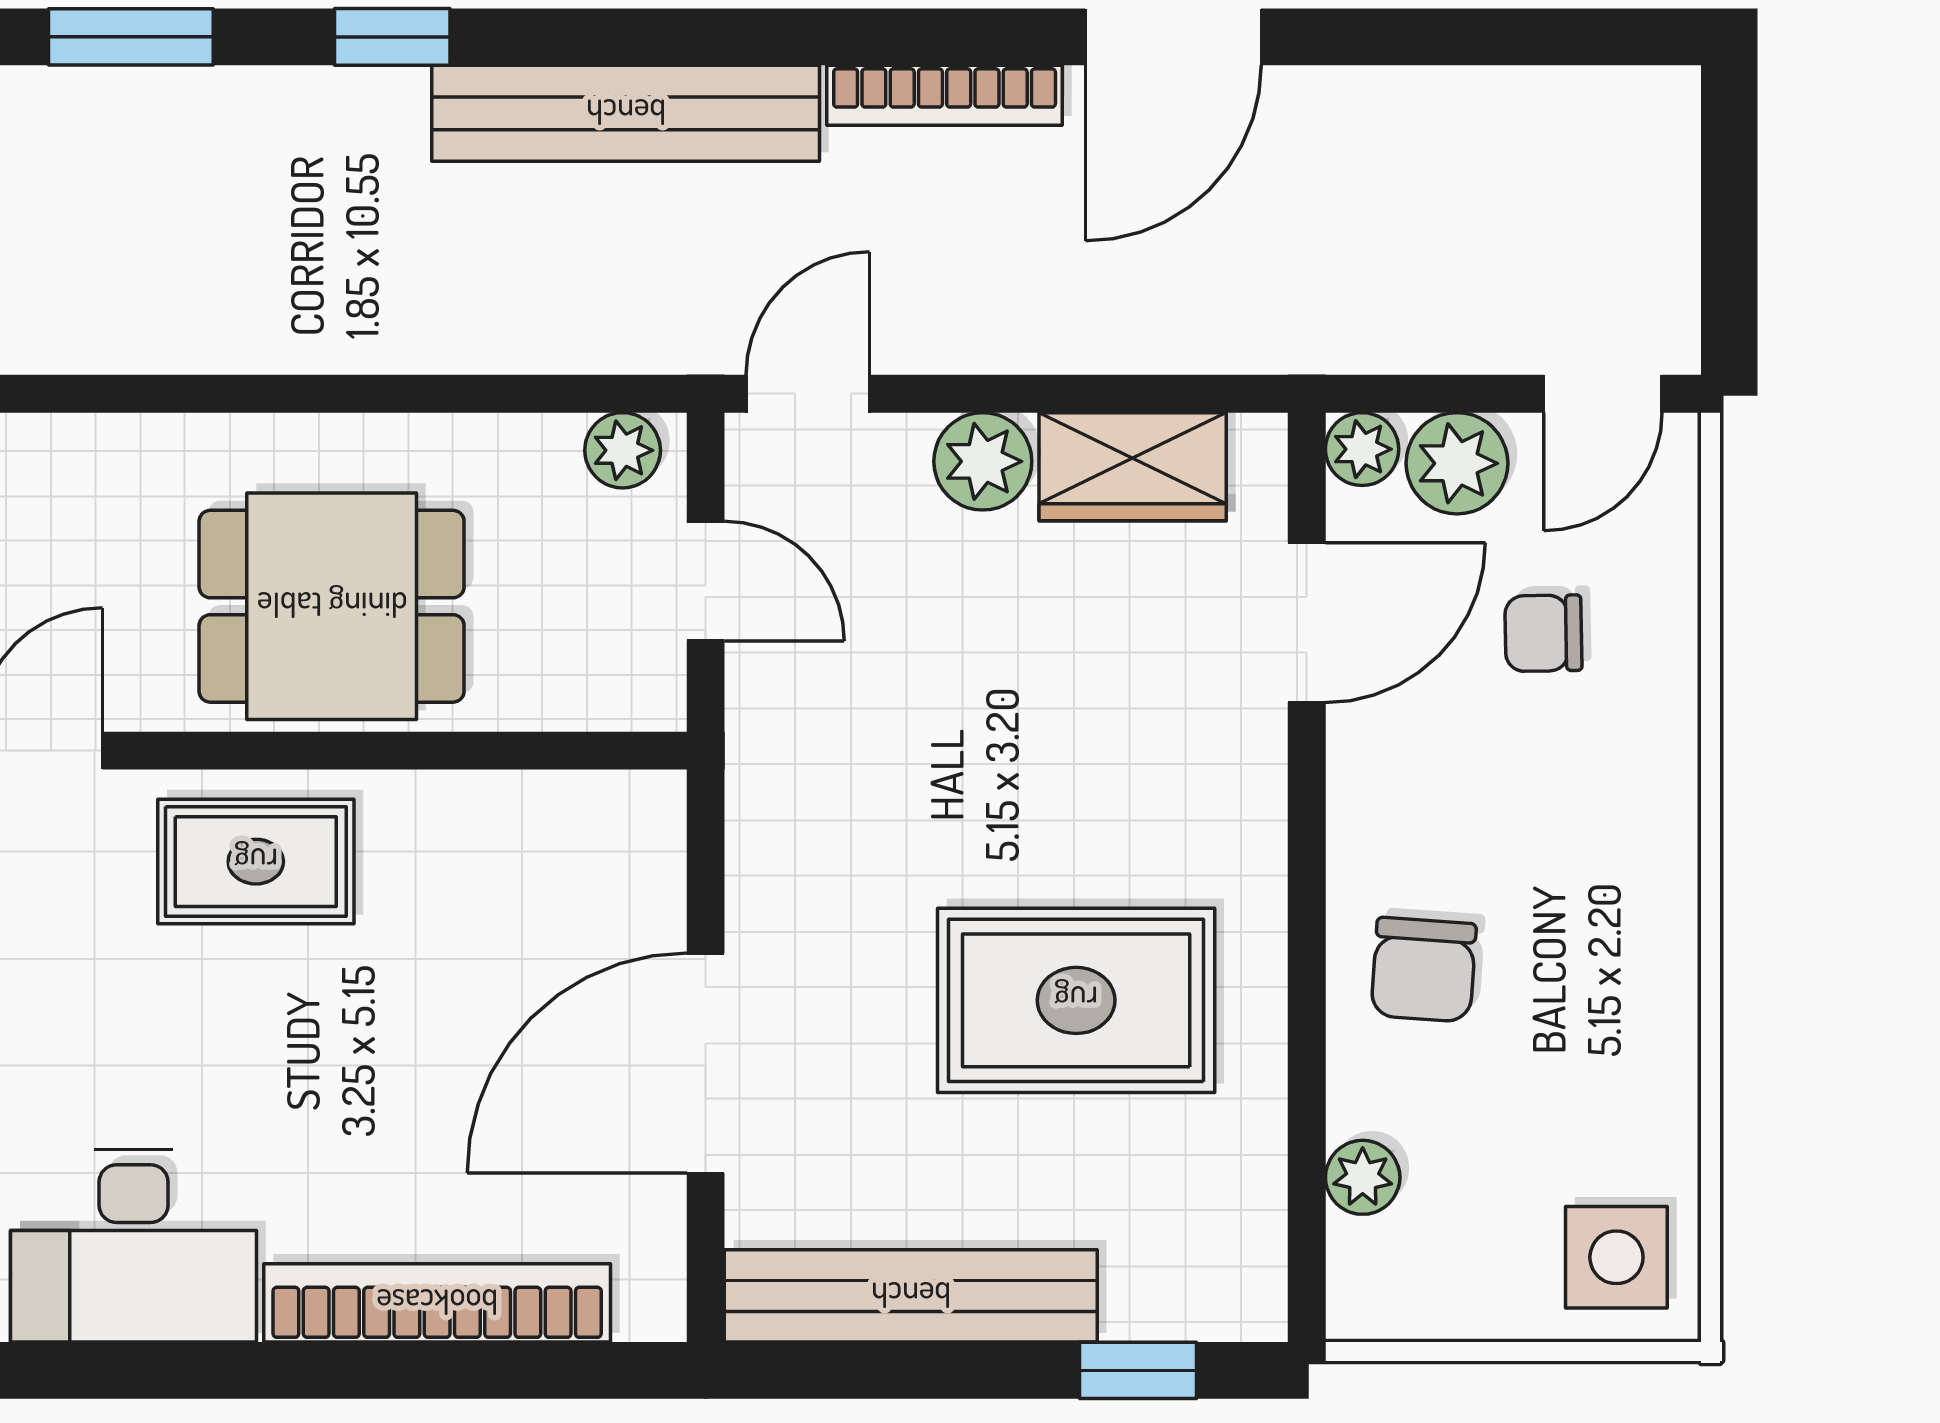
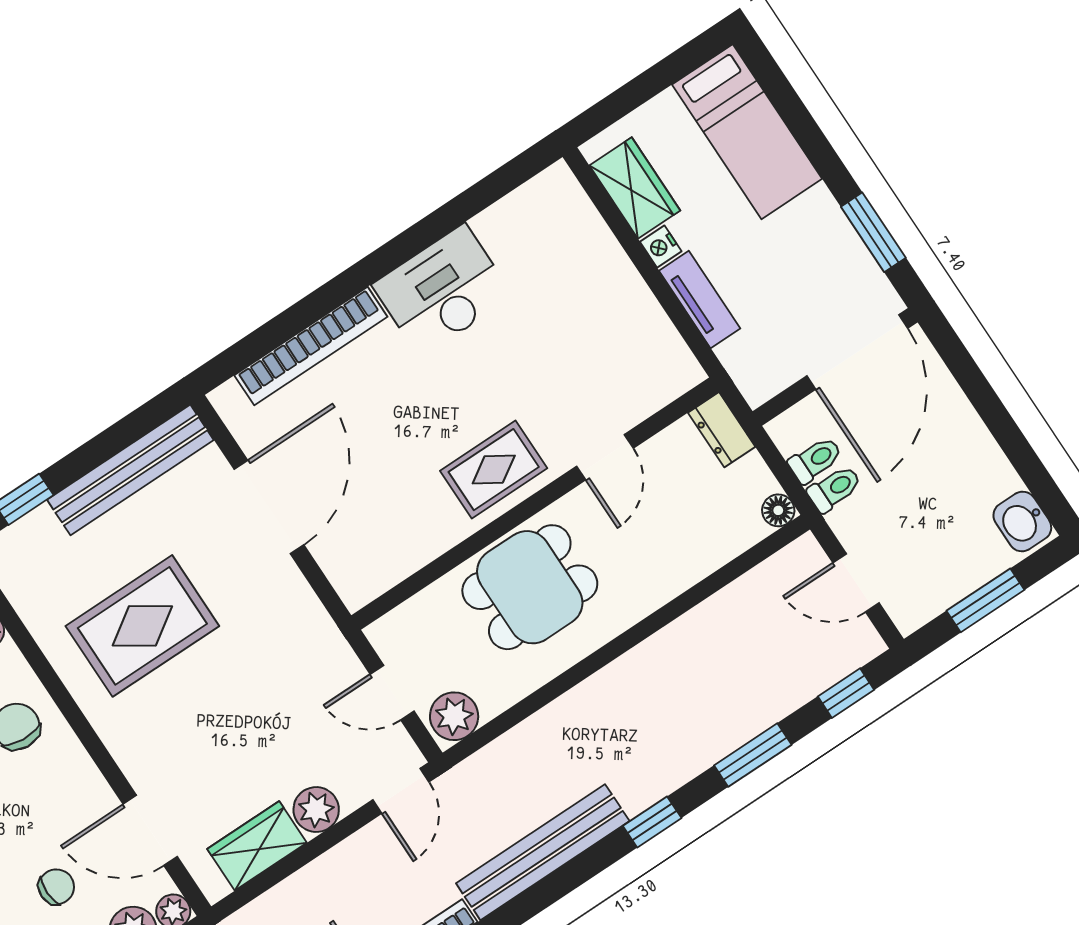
plant: (623, 450) -> (454, 716), width x1.38, depth x1.38
door: (1307, 623) -> (150, 830), hinge flipped

